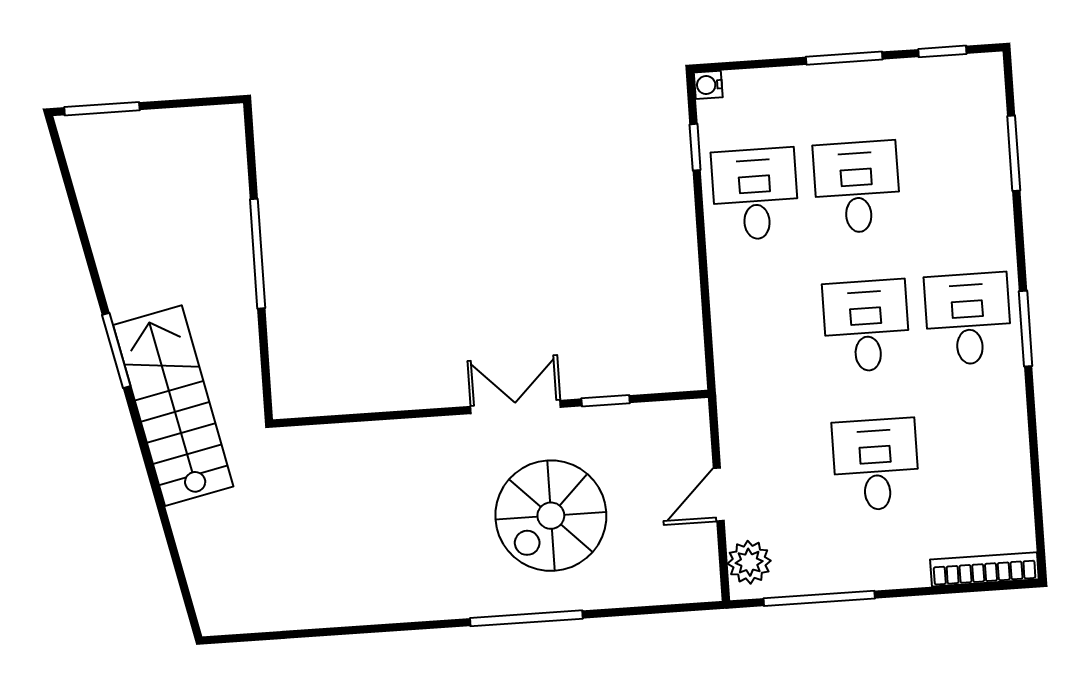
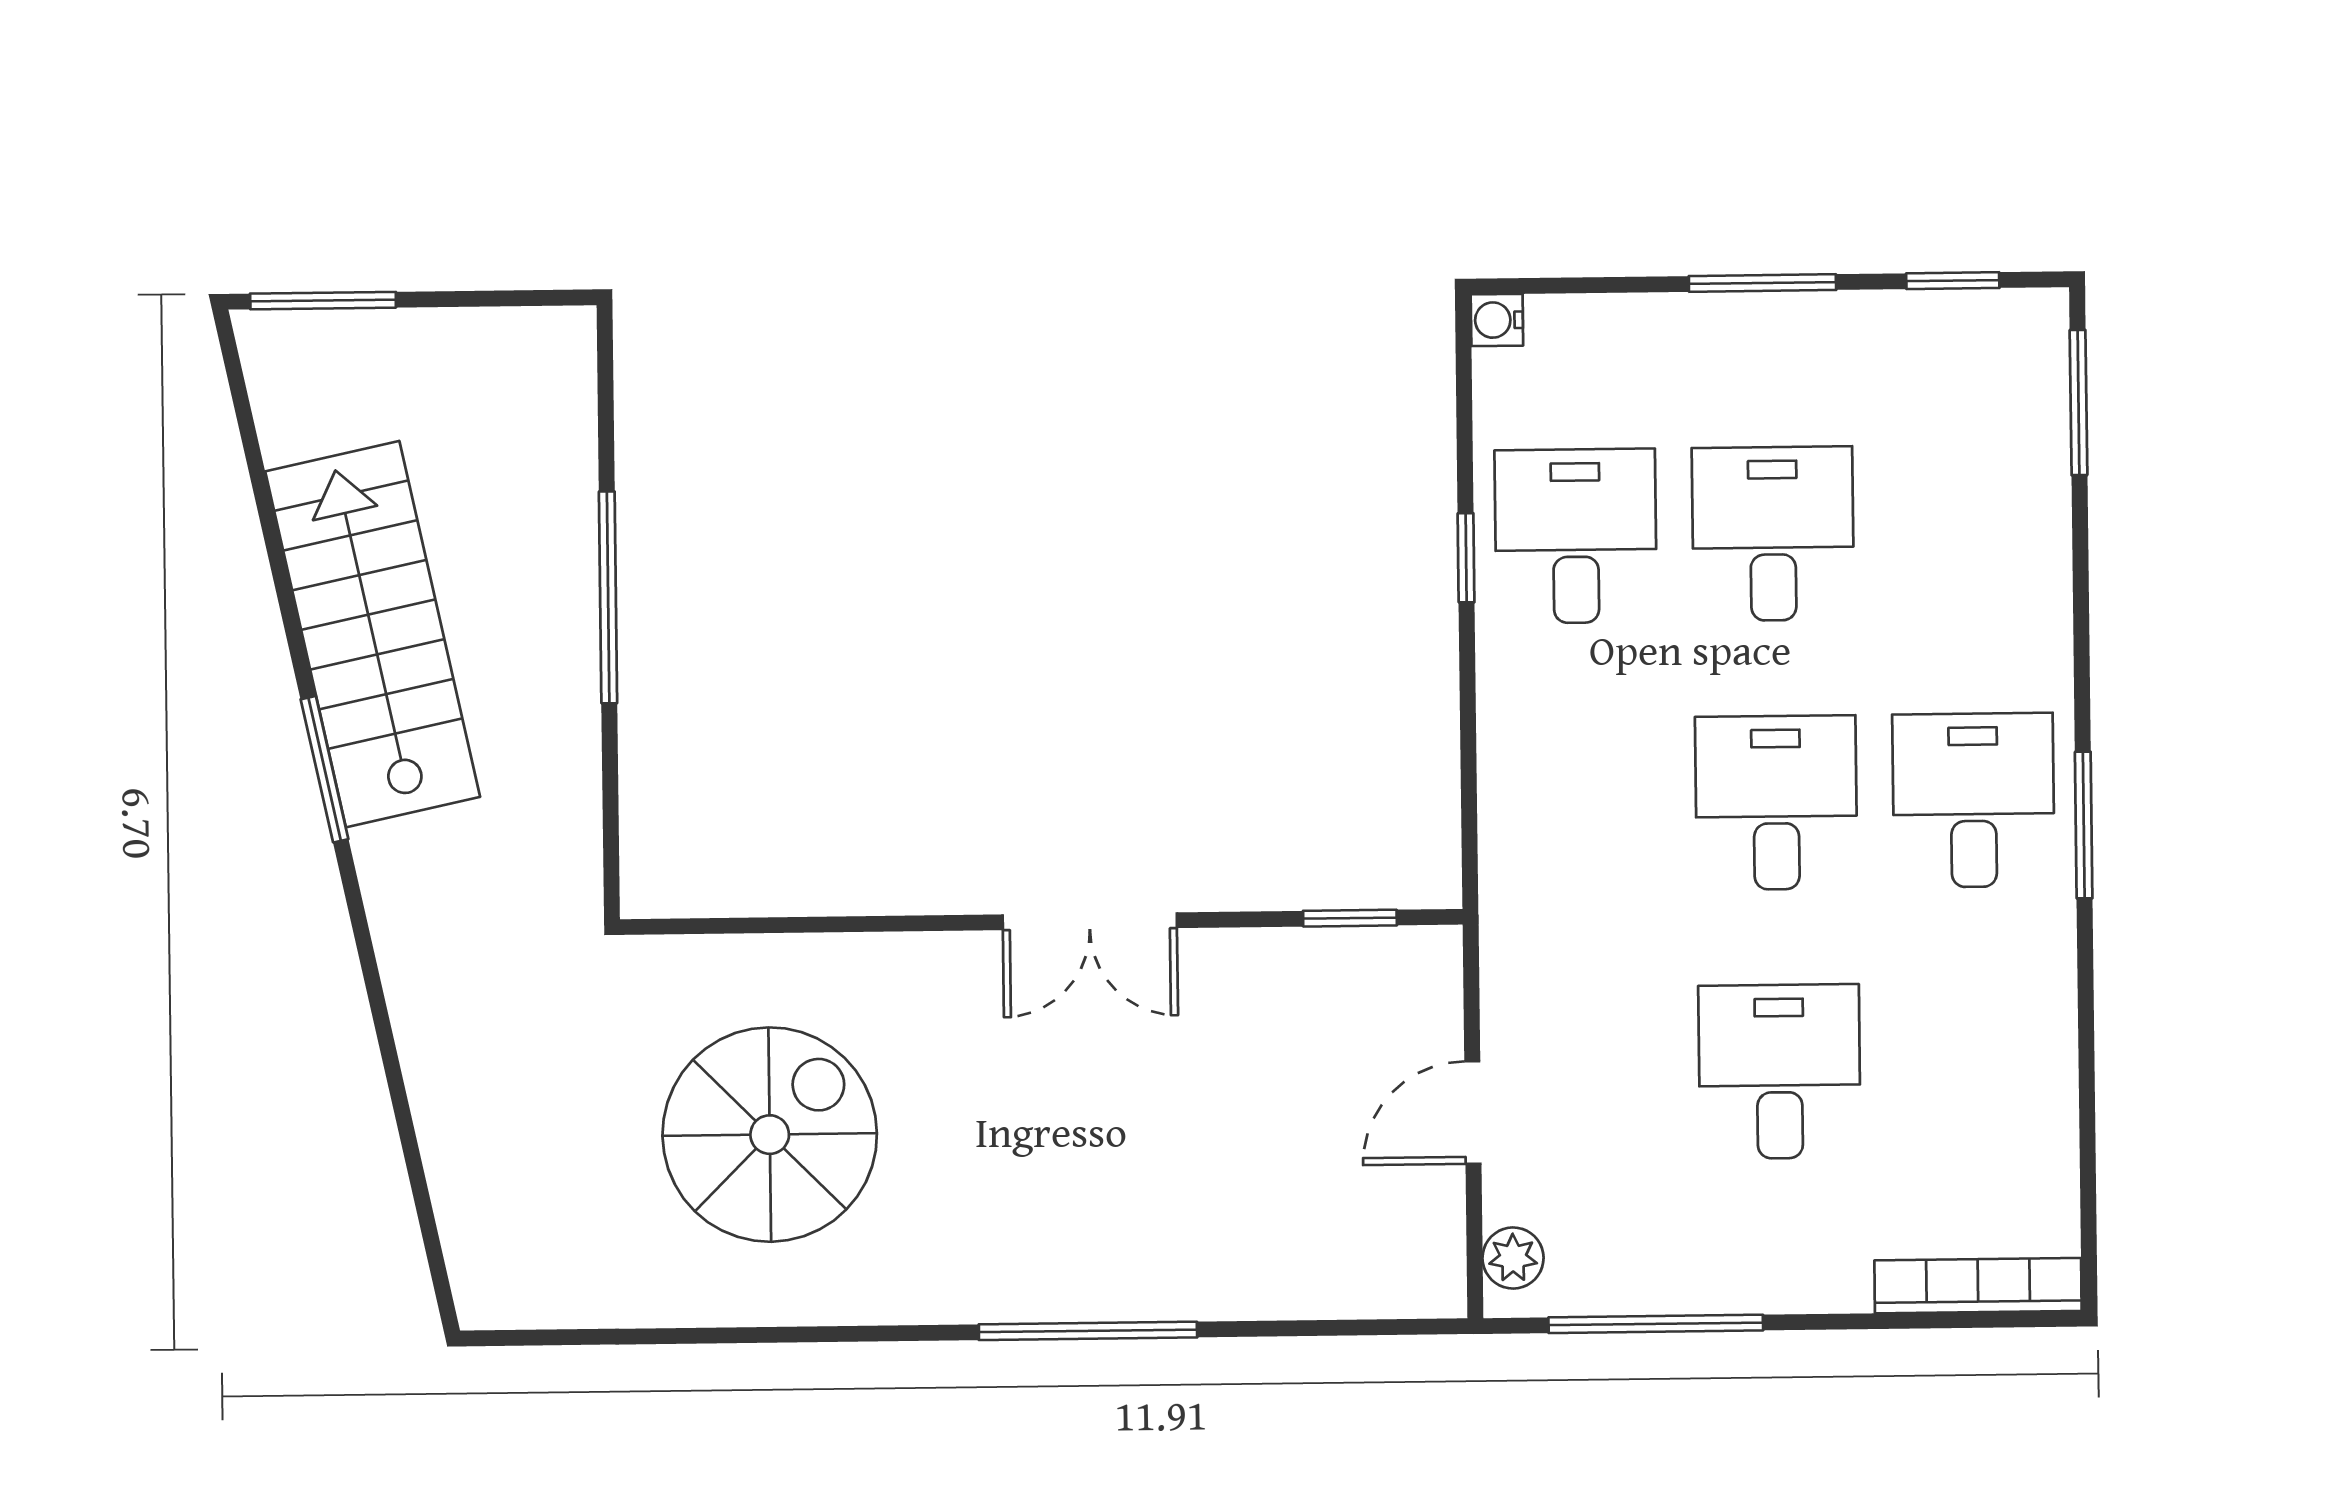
window: (695, 147) -> (1466, 558), moved
window: (1014, 153) -> (2078, 403), moved
window: (606, 401) -> (1350, 918), moved
stairs: (173, 406) -> (373, 634), moved
double door: (516, 407) -> (1090, 921), swing flipped
spiral stairs: (551, 516) -> (770, 1135), moved, turned 180
plant: (749, 562) -> (1513, 1258), width x0.73, depth x0.73

